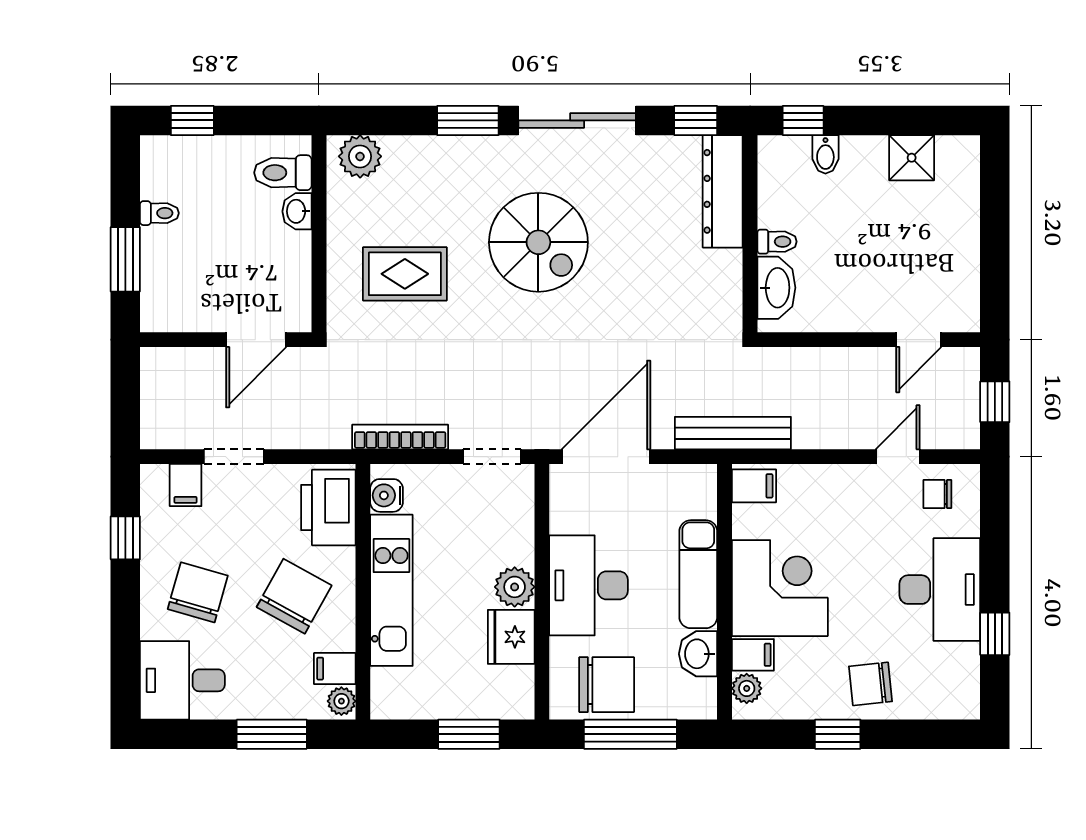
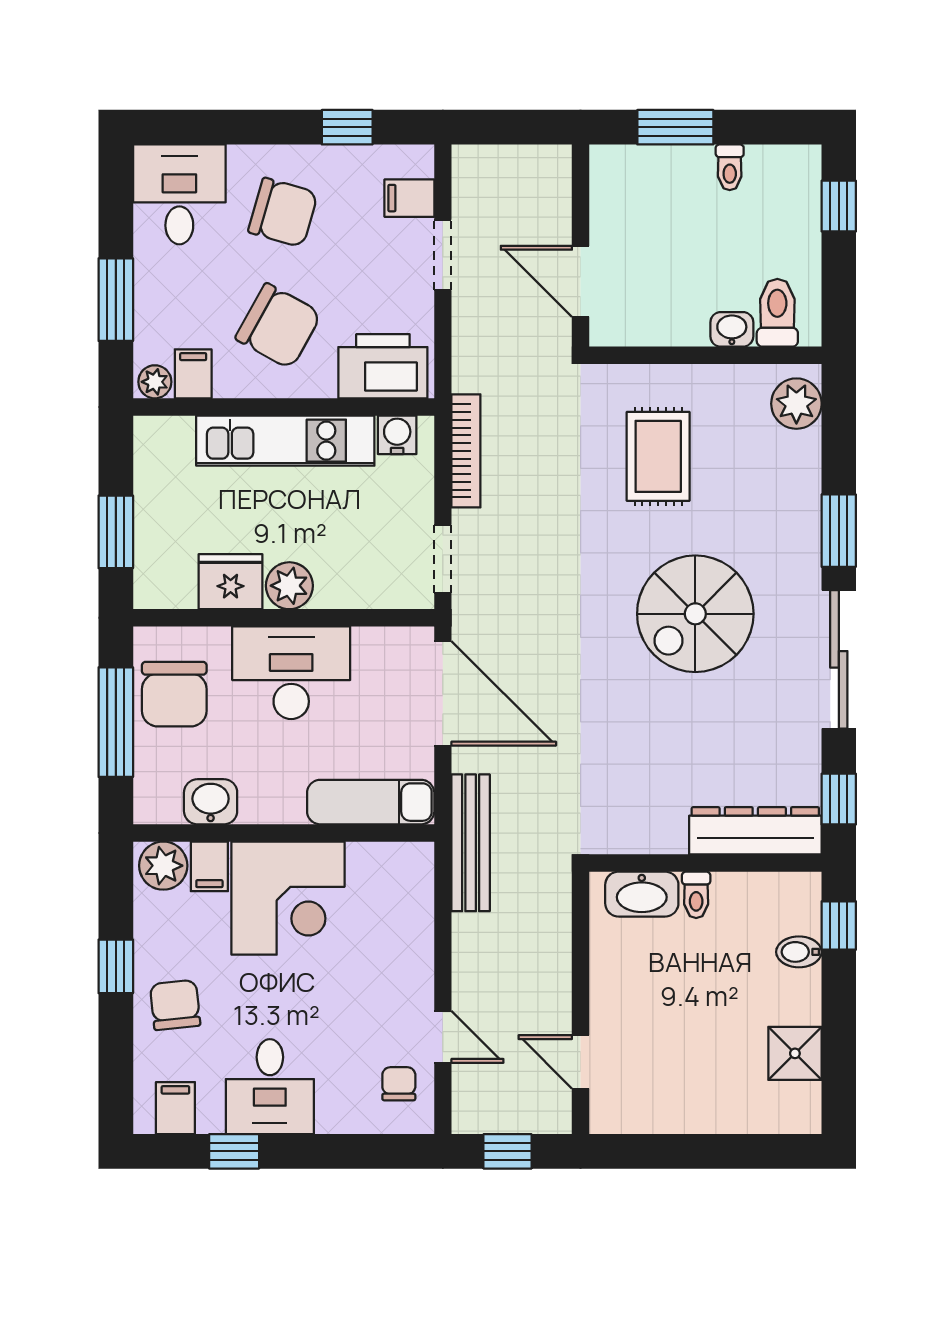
filing cabinet: (754, 486) -> (175, 1108), moved, turned 180
exam couch: (698, 574) -> (371, 802), moved
desk: (940, 590) -> (270, 1087), width x0.73
plant: (747, 688) -> (163, 866), width x1.38, depth x1.38

